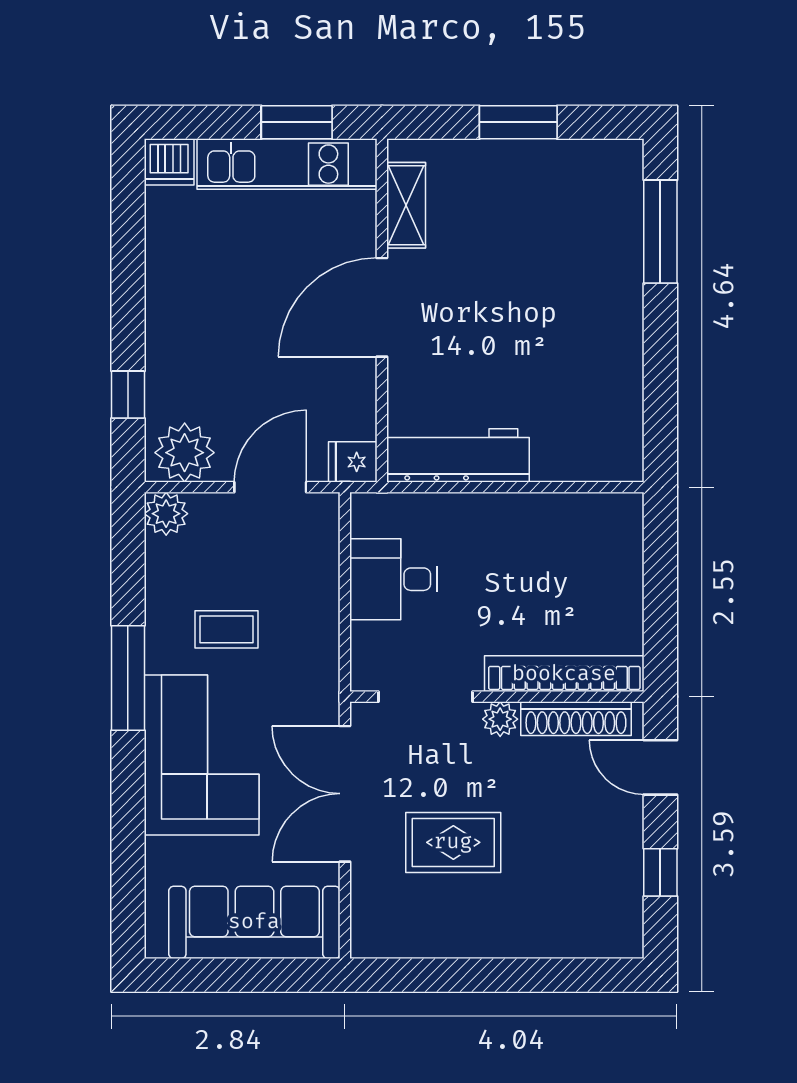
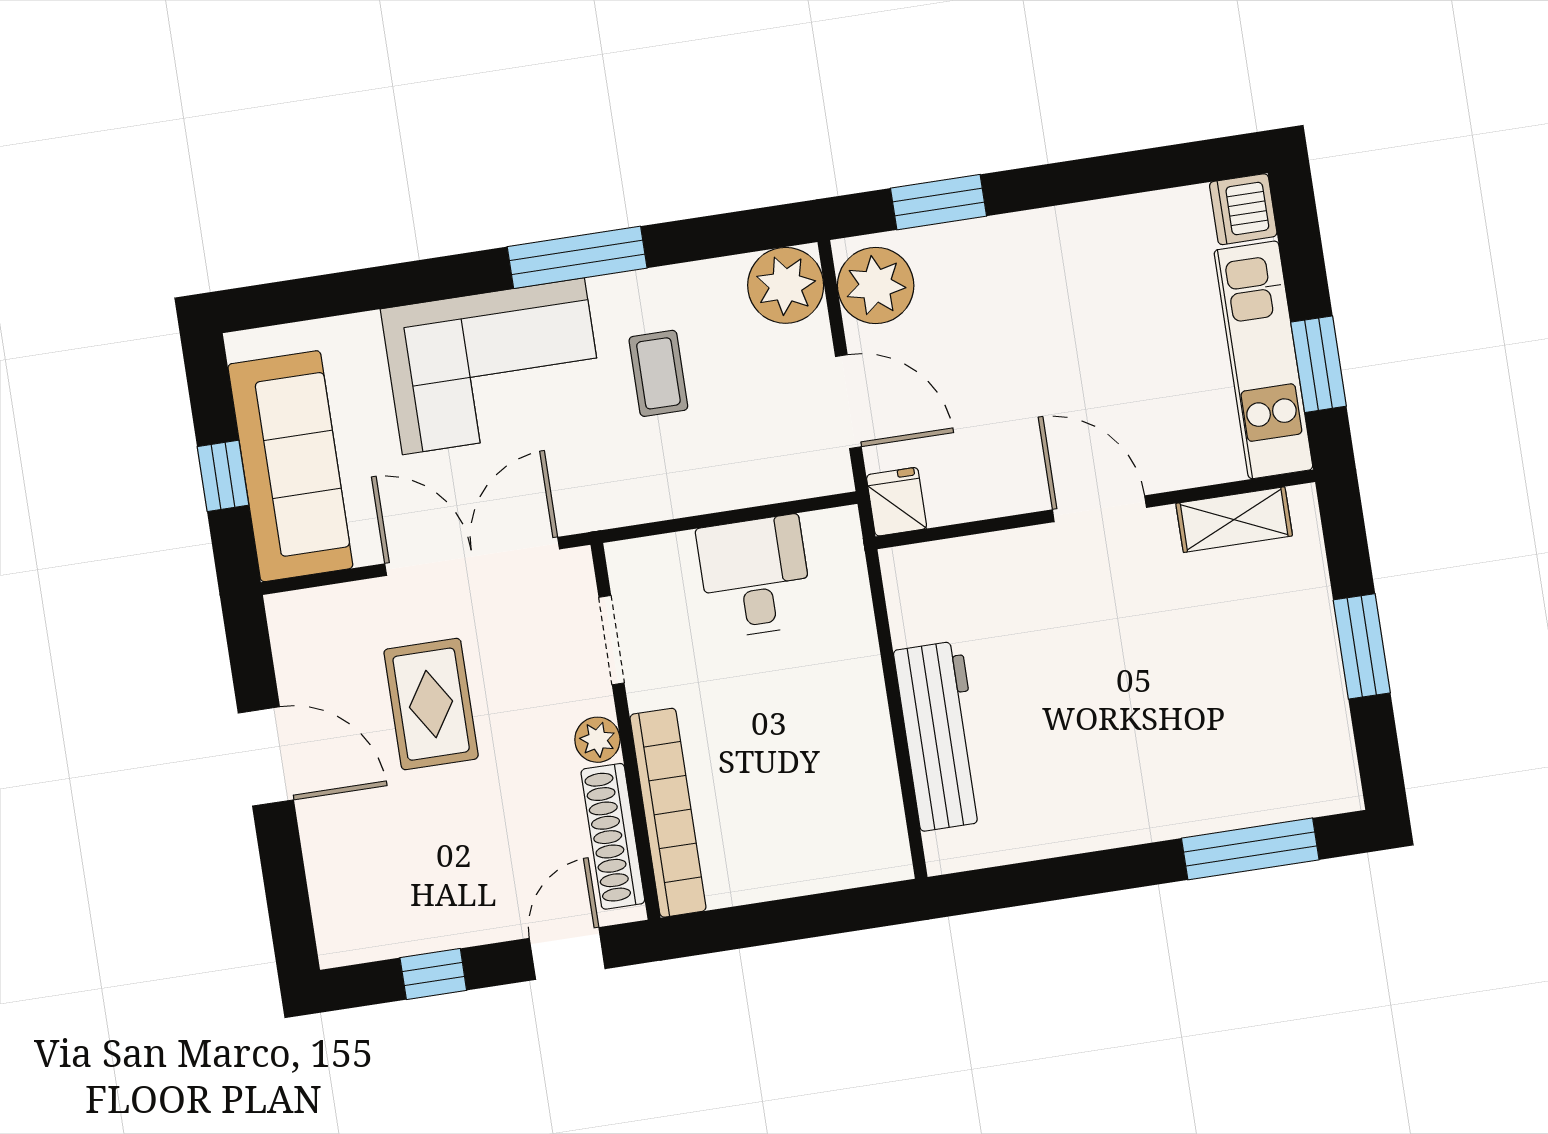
door: (382, 307) -> (1099, 509), width x0.73
window: (128, 395) -> (938, 202), width x1.50
workbench: (458, 455) -> (941, 736), moved
plant: (166, 514) -> (786, 285), width x1.36, depth x1.36
doorway: (425, 697) -> (612, 640), width x0.73
window: (254, 975) -> (223, 476), added
door: (474, 975) -> (266, 756), added

